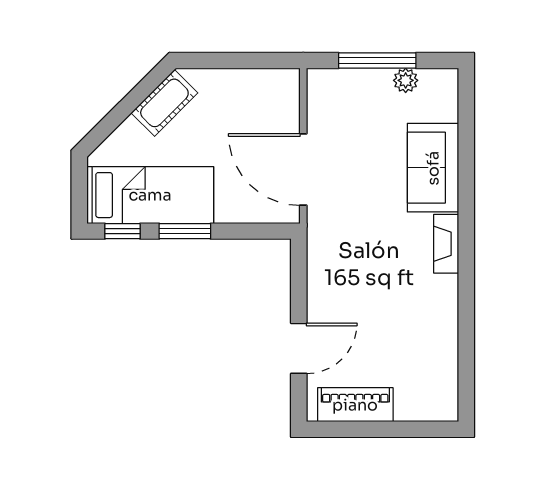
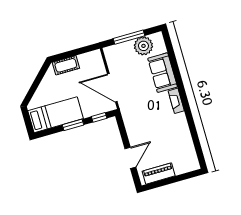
plant: (406, 80) -> (143, 46), width x1.88, depth x1.88
cot: (164, 103) -> (66, 65), moved, turned 45
window: (122, 231) -> (99, 117), moved

